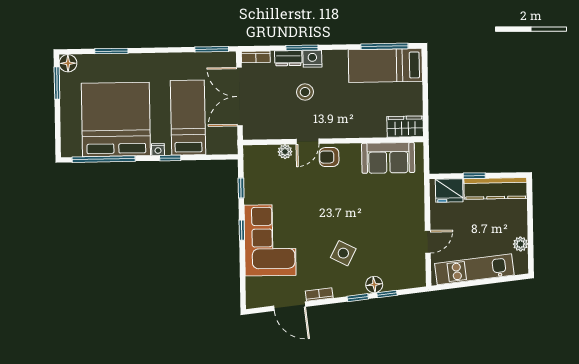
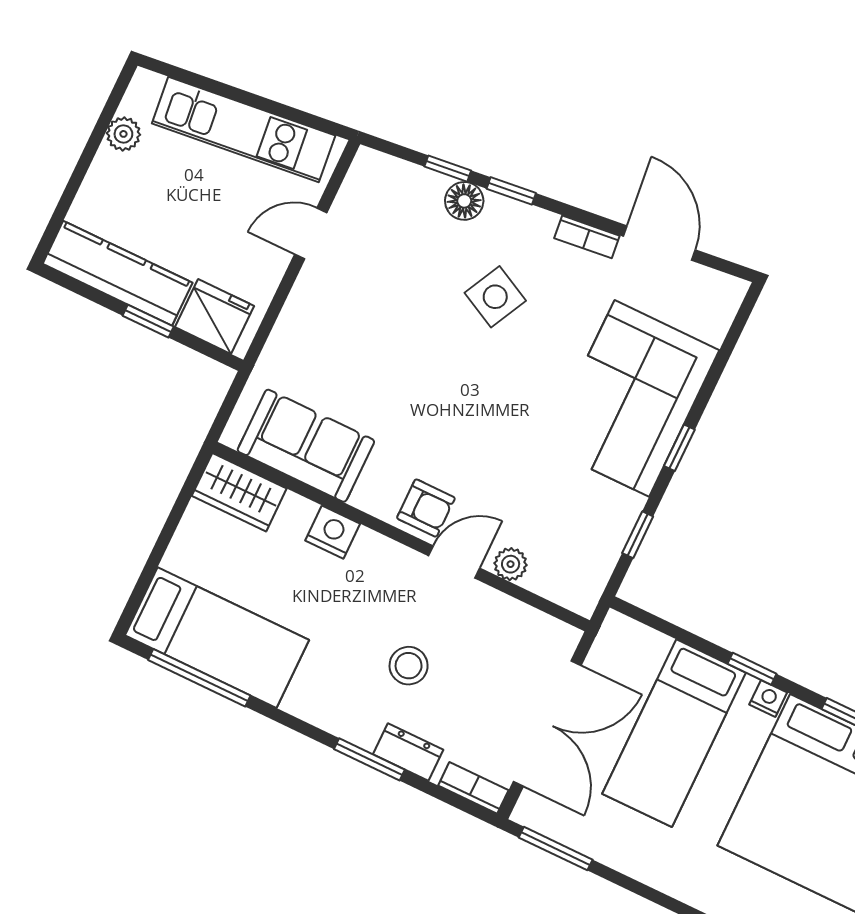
nightstand: (312, 59) -> (333, 532), moved, turned 180

